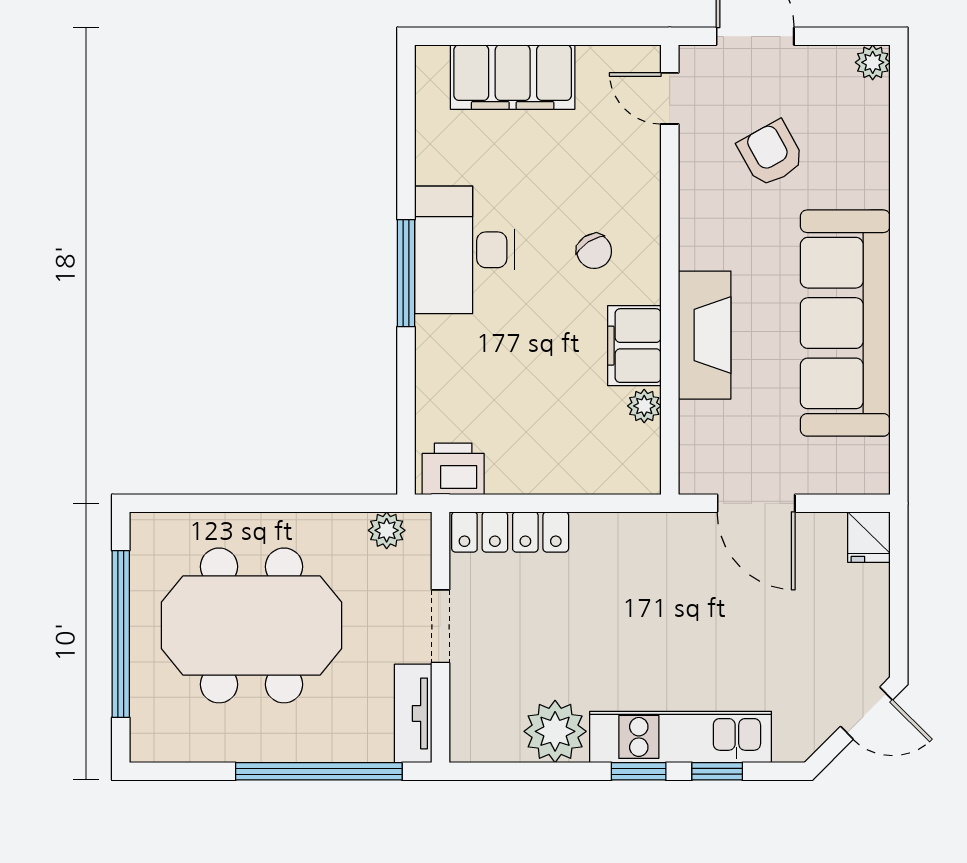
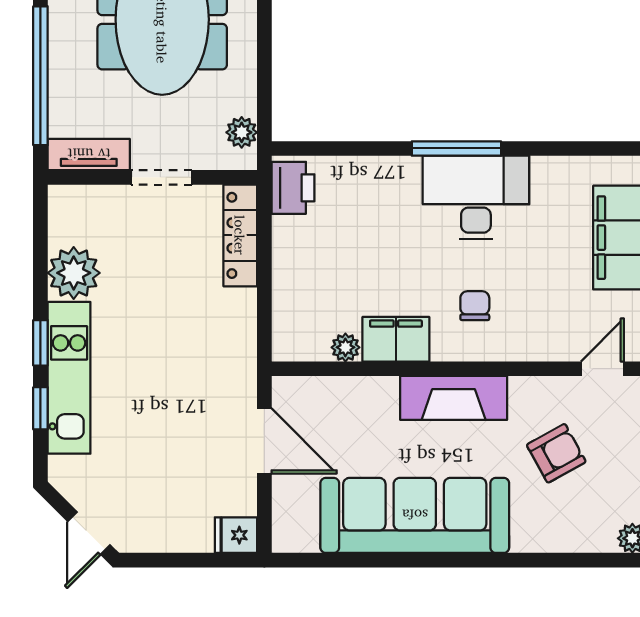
chair: (594, 251) -> (475, 306), turned 123
fireplace: (705, 335) -> (454, 398), moved
door: (756, 503) -> (264, 441), swing flipped

